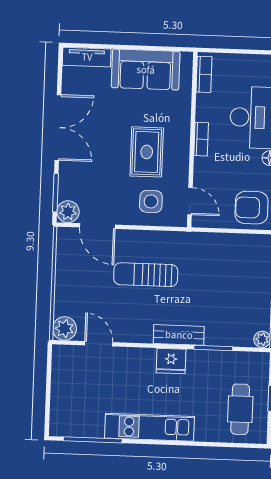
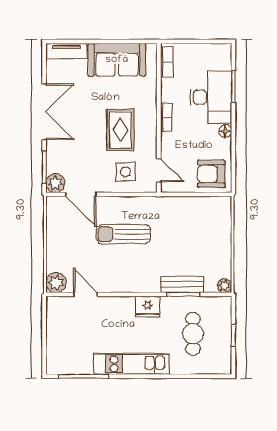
bench: (179, 335) -> (182, 284), moved
cafe table: (240, 409) -> (193, 334), moved

